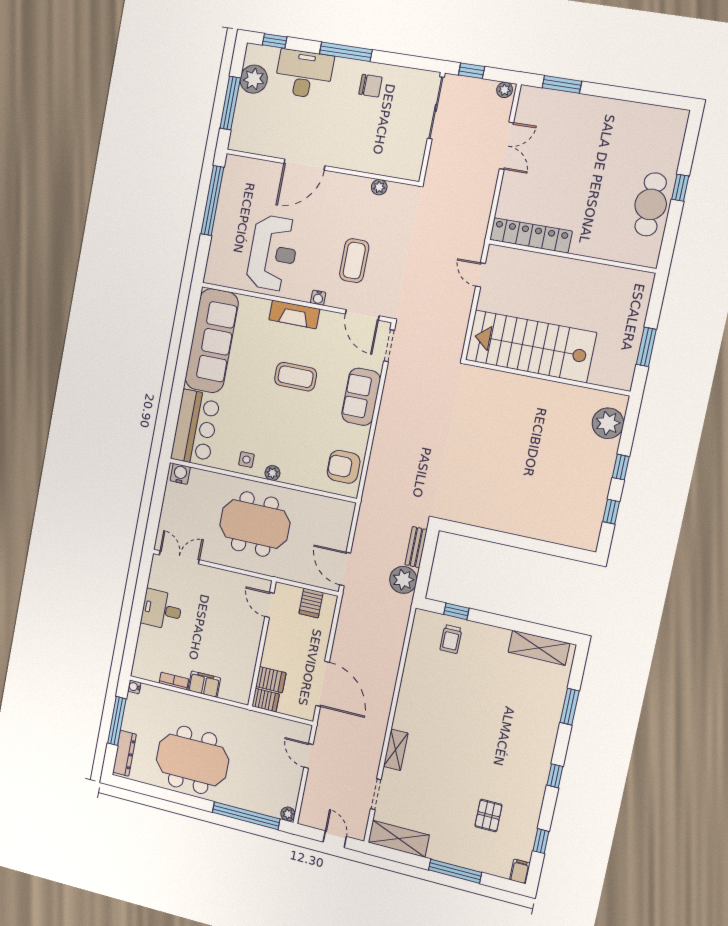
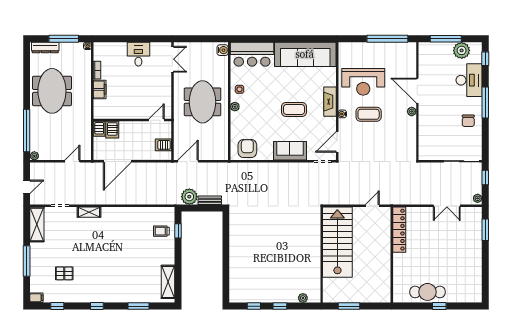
plant: (379, 187) -> (412, 111), moved
coffee table: (354, 261) -> (369, 114), moved
coffee table: (296, 377) -> (294, 109), turned 90
plant: (608, 423) -> (303, 298), width x0.53, depth x0.53

